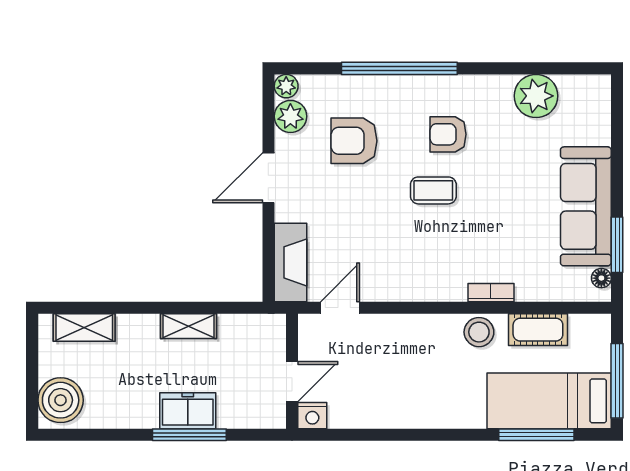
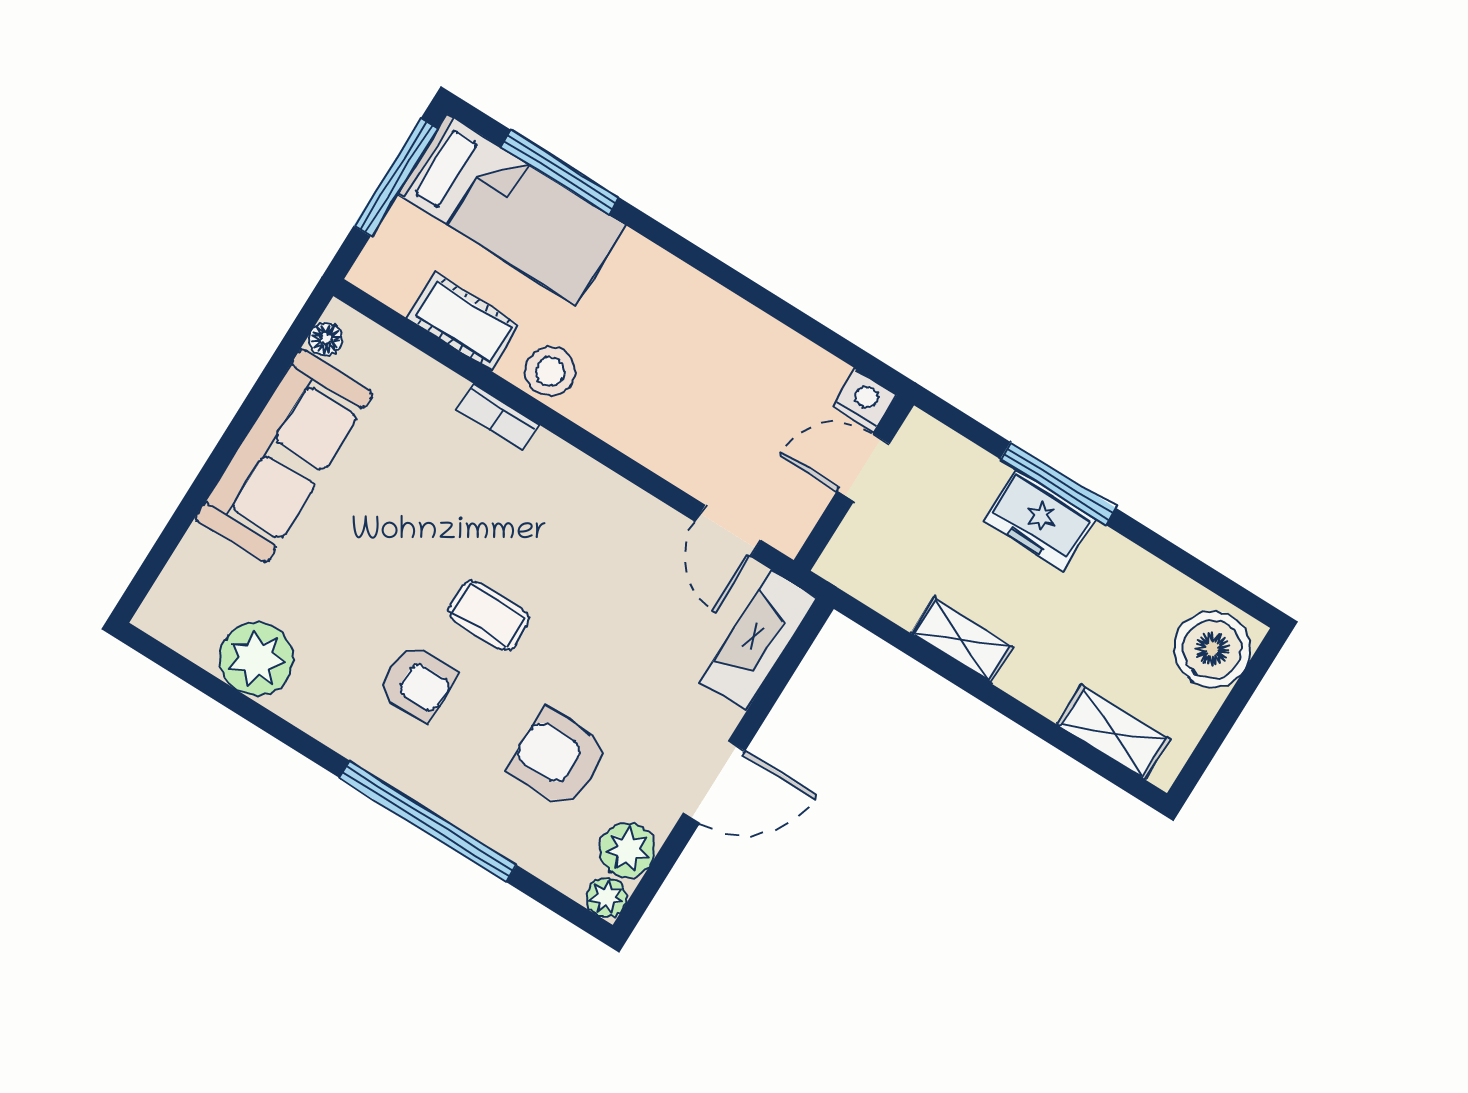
armchair: (354, 141) -> (558, 758), turned 180
window: (617, 245) -> (274, 373), removed
door: (340, 308) -> (728, 531), hinge flipped

